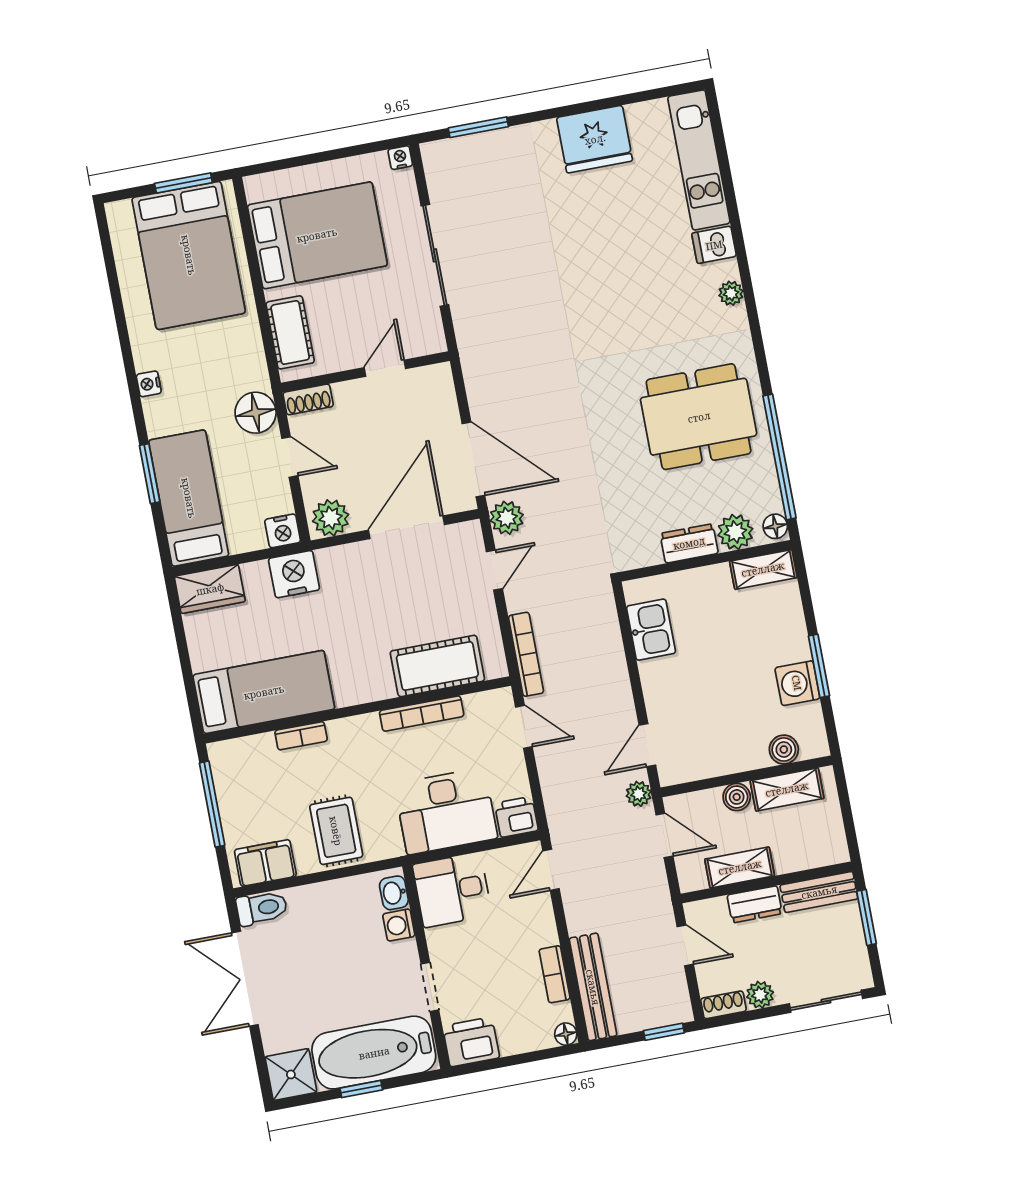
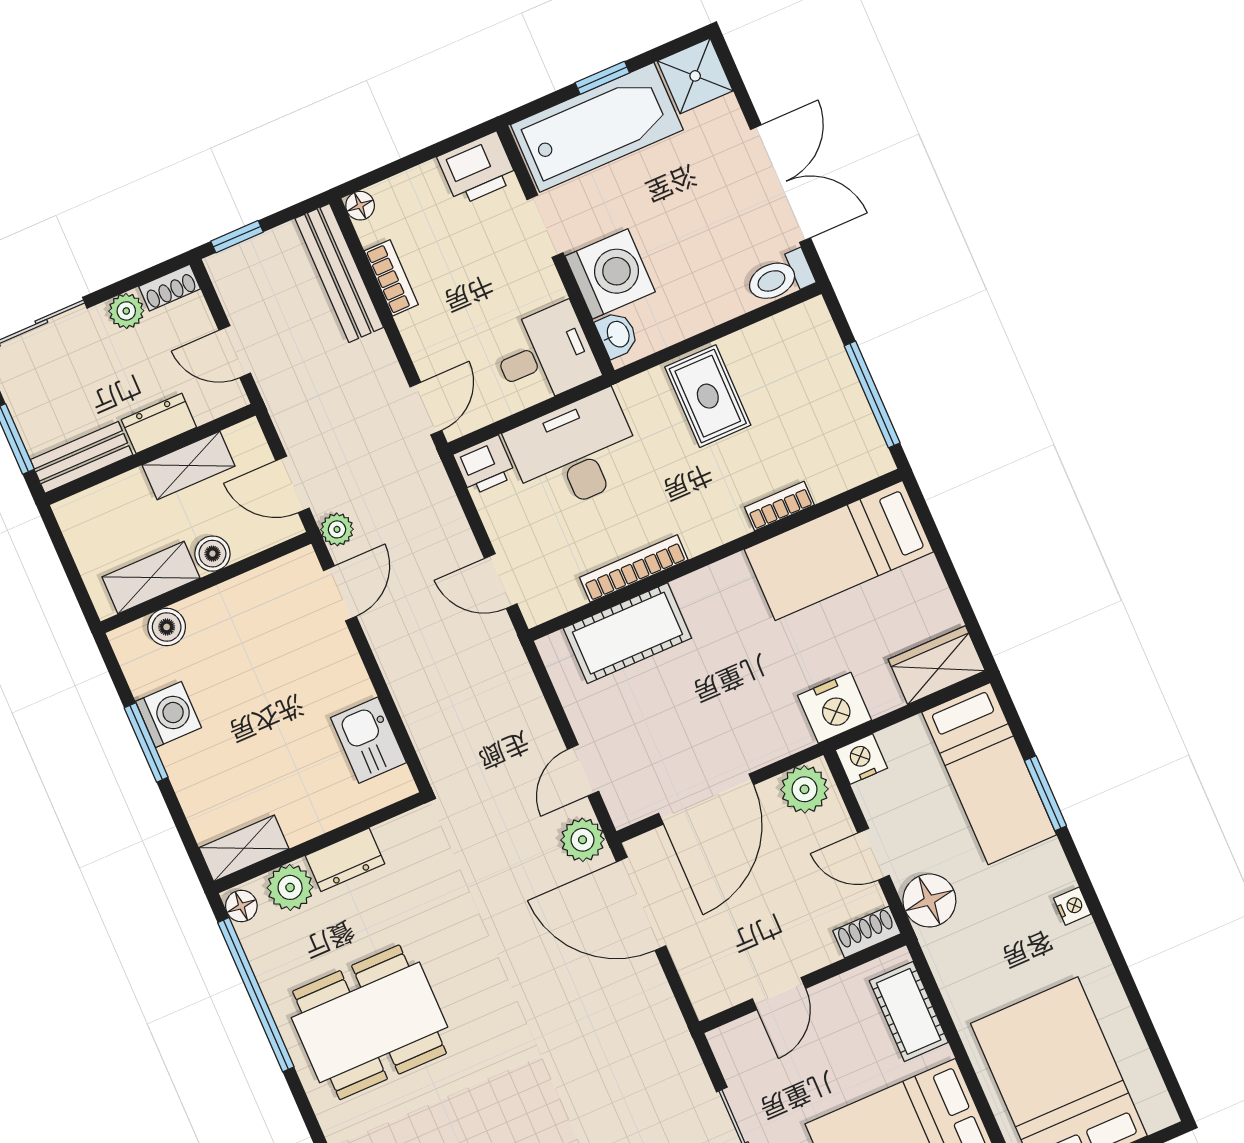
bookcase: (526, 654) -> (519, 673), removed
filing cabinet: (265, 863) -> (788, 335), removed
washing machine: (399, 925) -> (610, 274), width x1.89, depth x1.89

